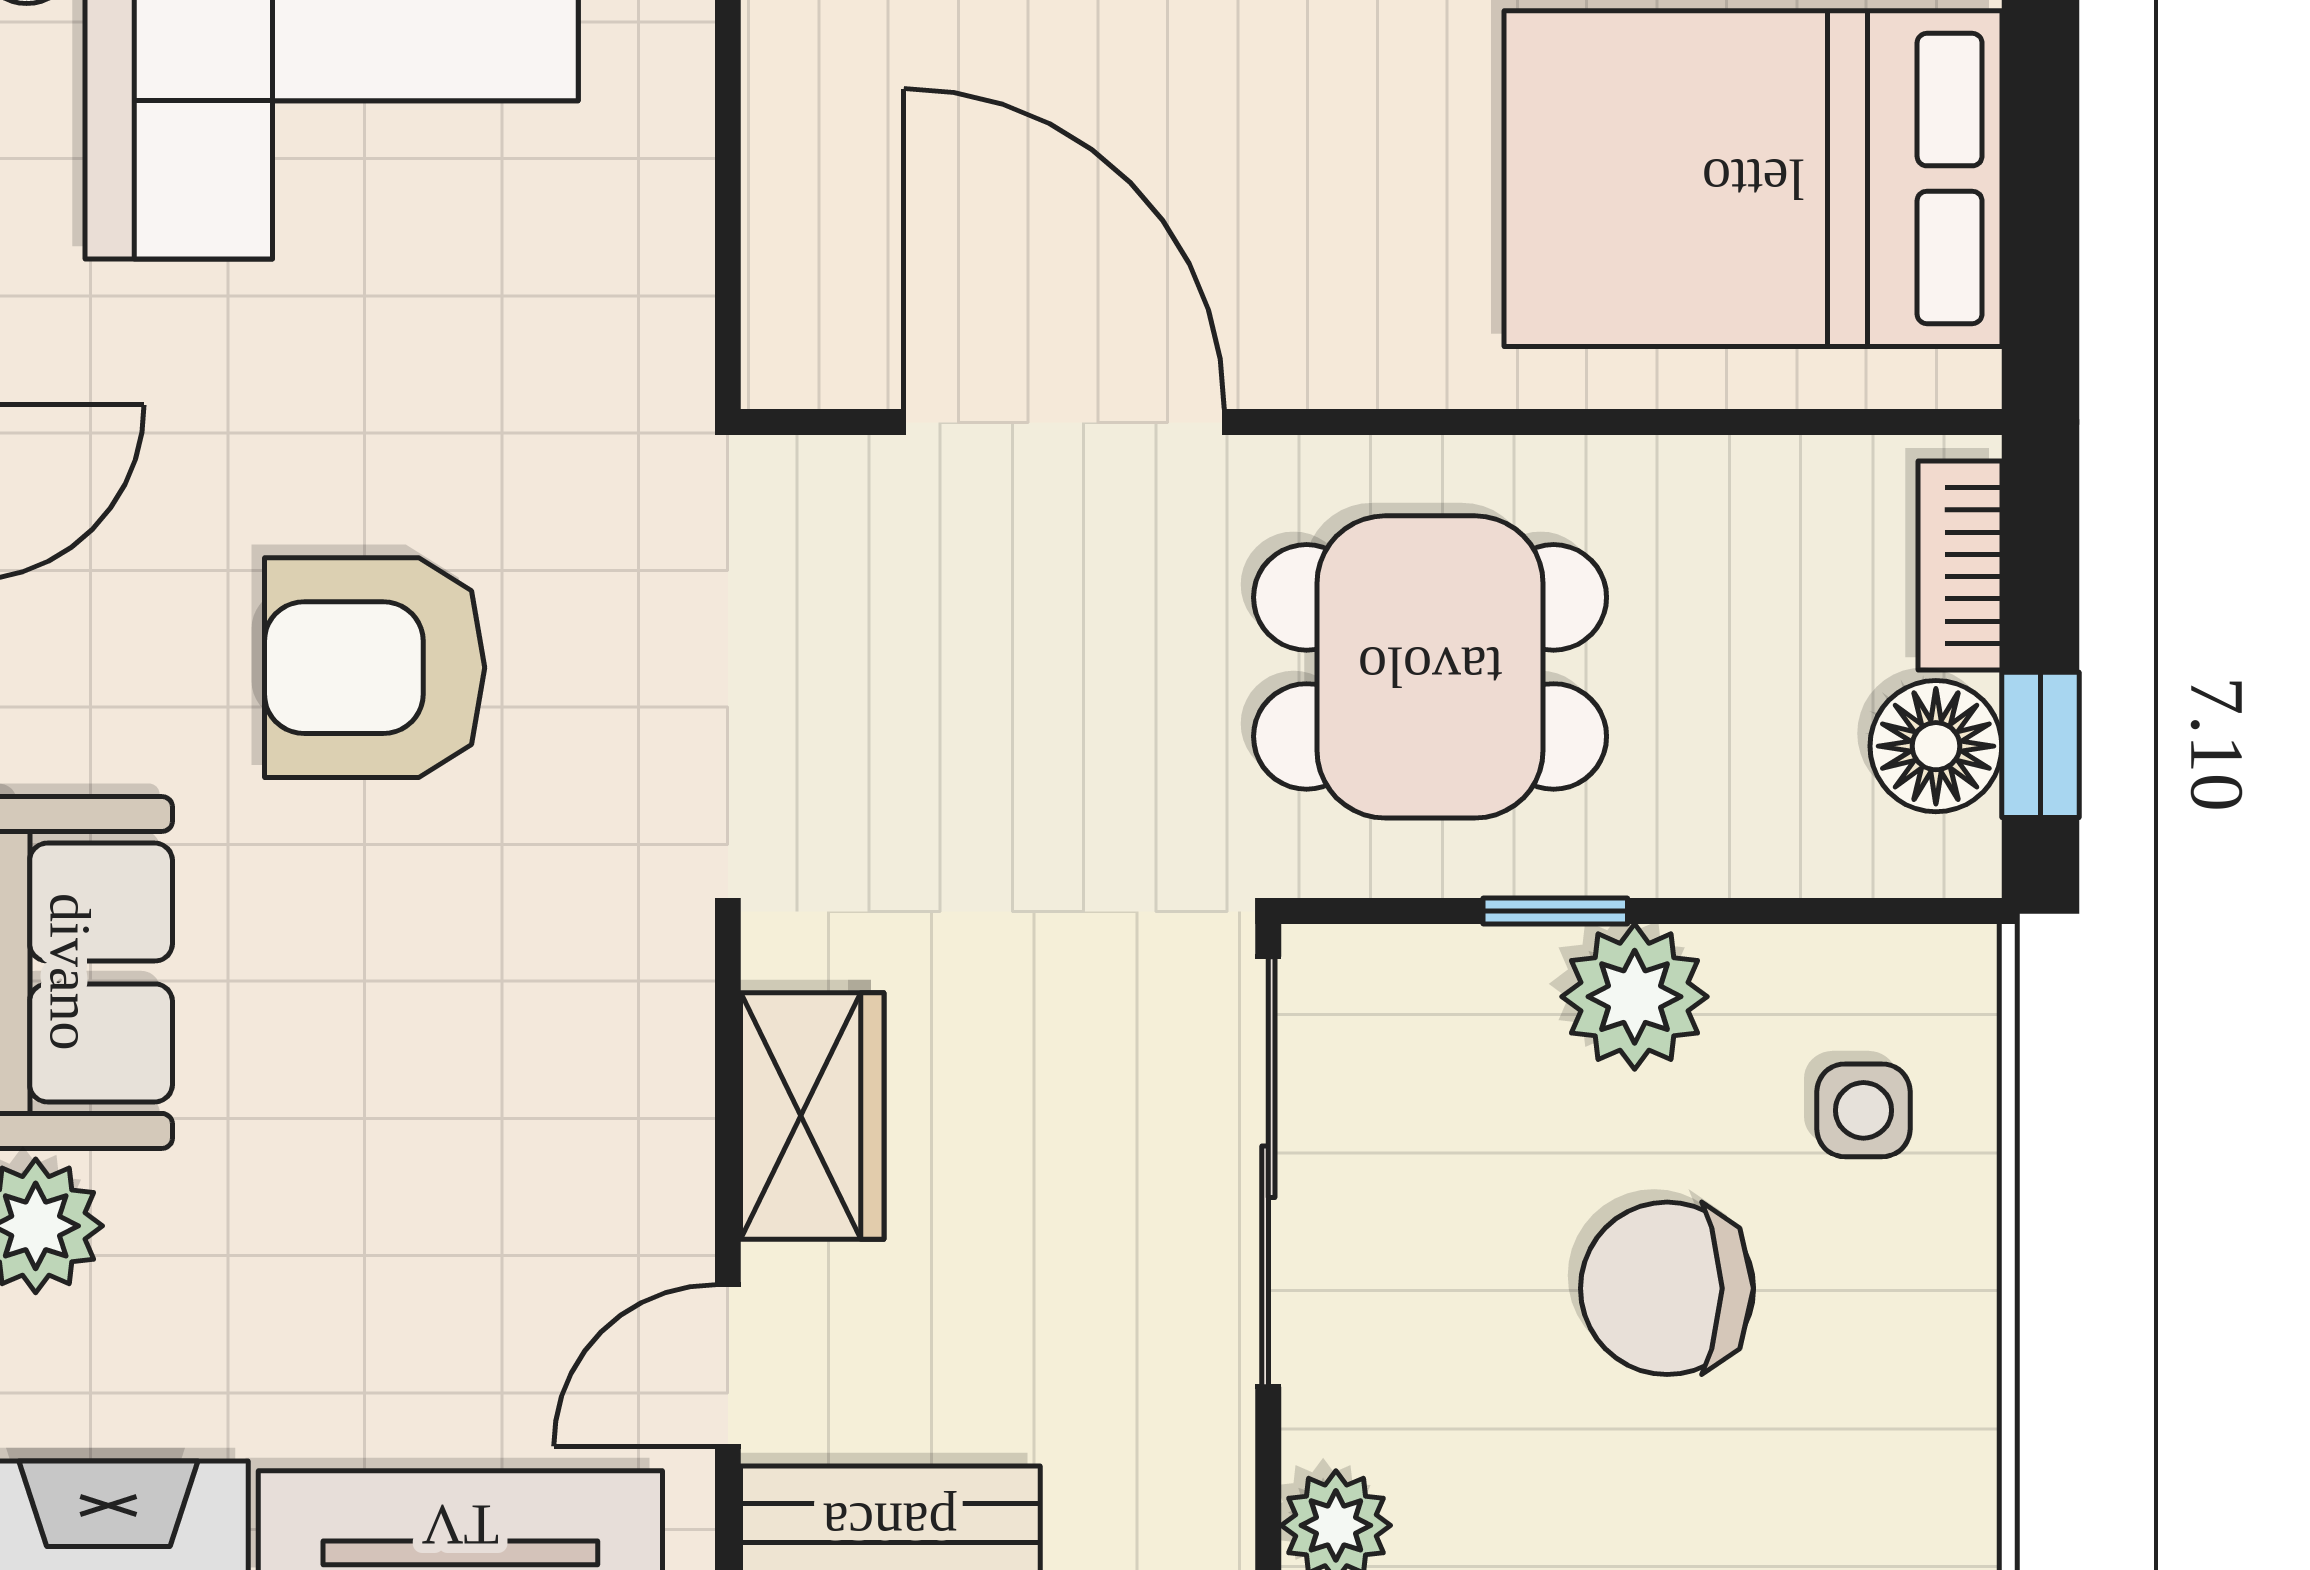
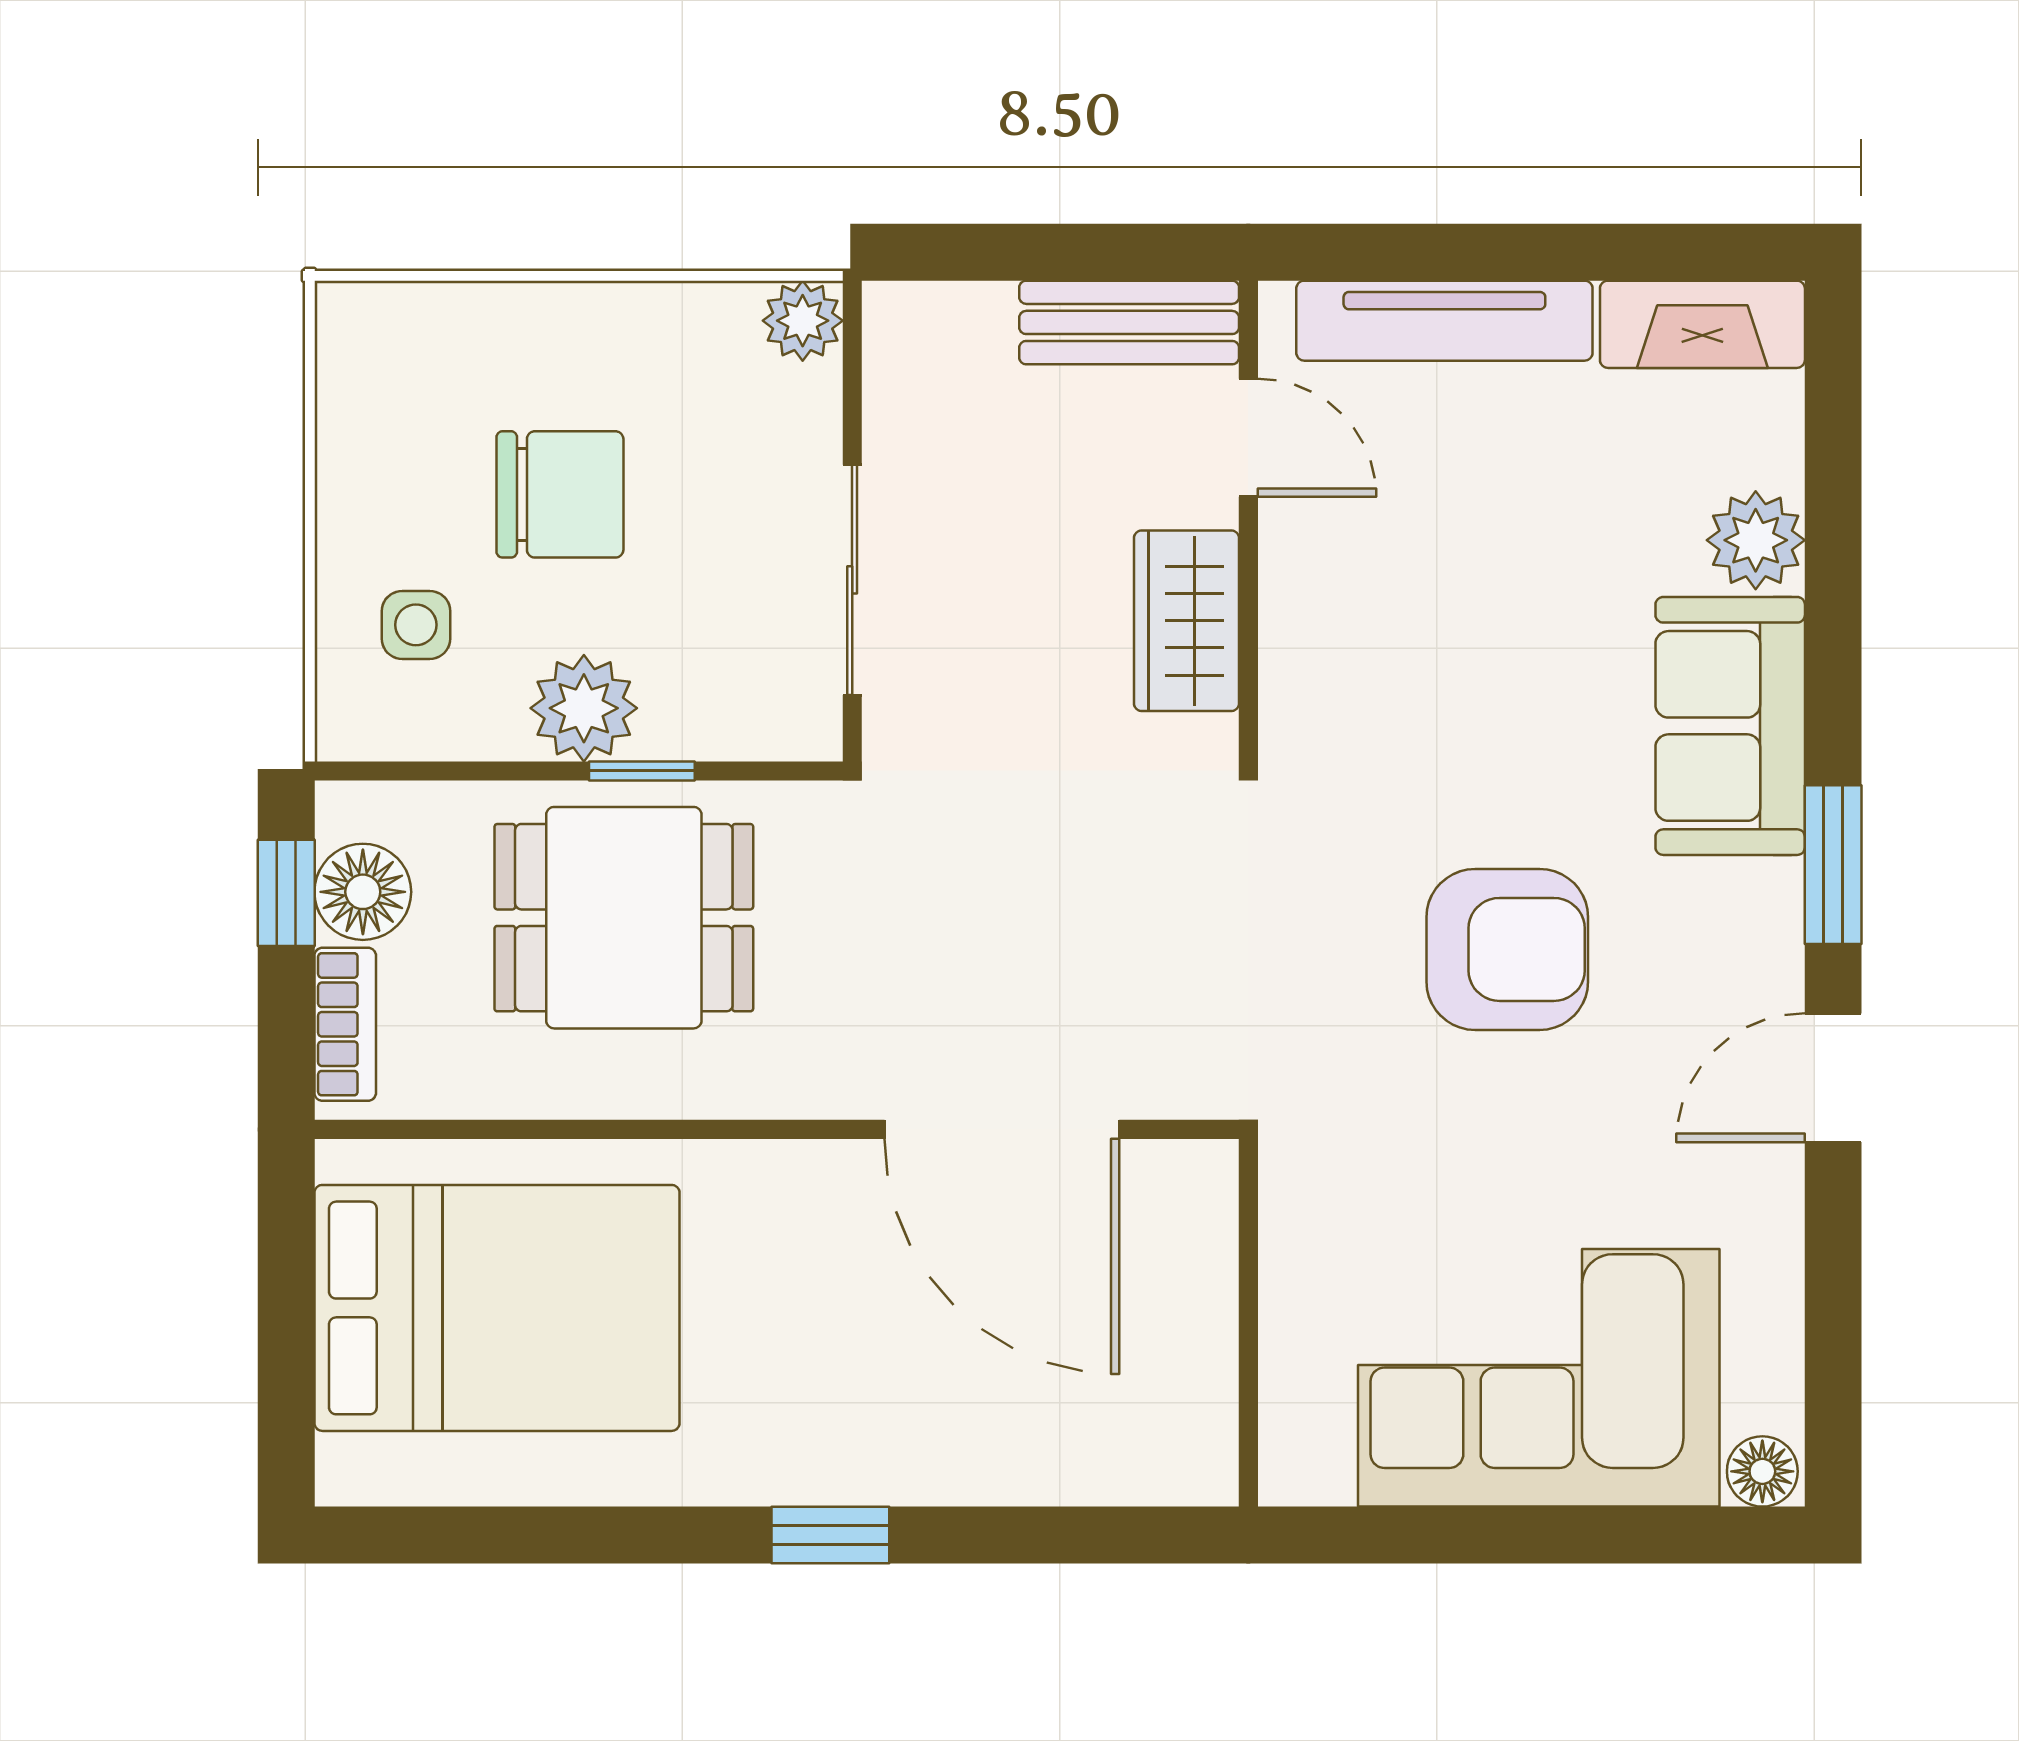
dining table: (1430, 667) -> (624, 918), moved
sliding door: (1268, 1172) -> (852, 580), width x0.73
door: (728, 1366) -> (1248, 438), hinge flipped

